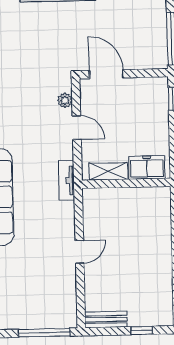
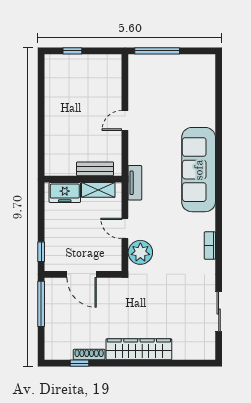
door: (106, 74) -> (82, 274), moved
plant: (65, 100) -> (140, 252), width x1.88, depth x1.88
bench: (106, 319) -> (95, 169), moved

